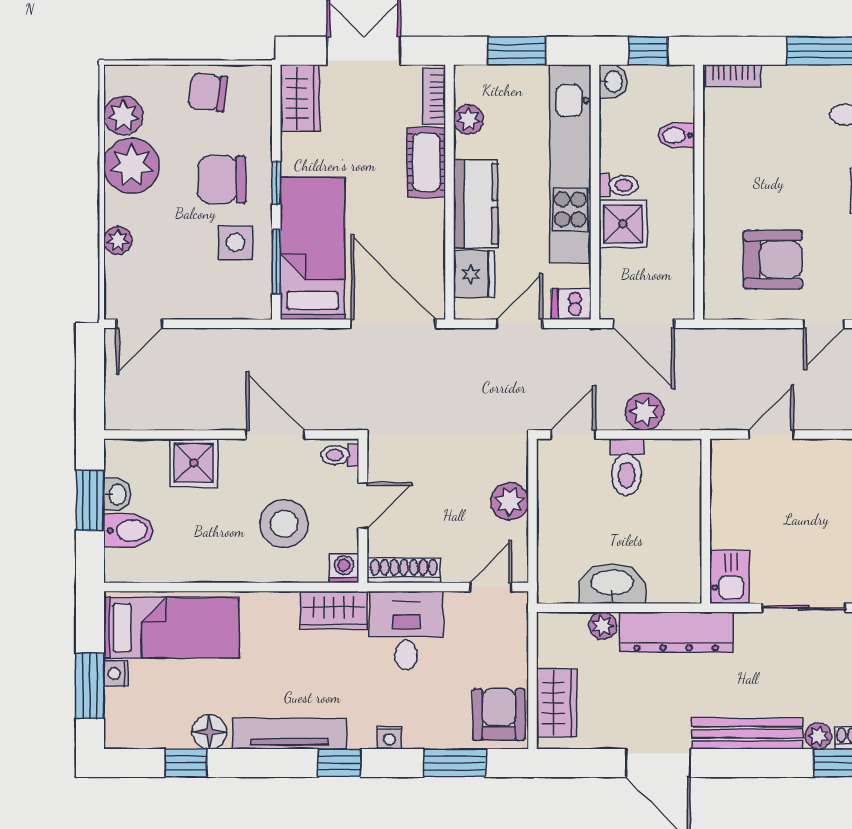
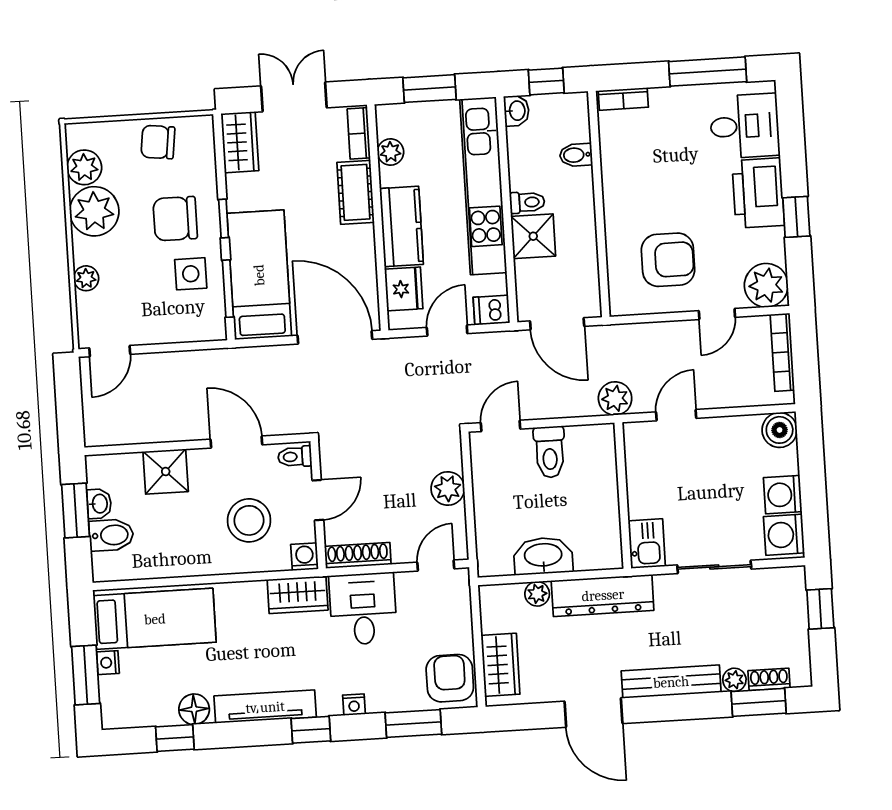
plant: (644, 412) -> (615, 398), moved

